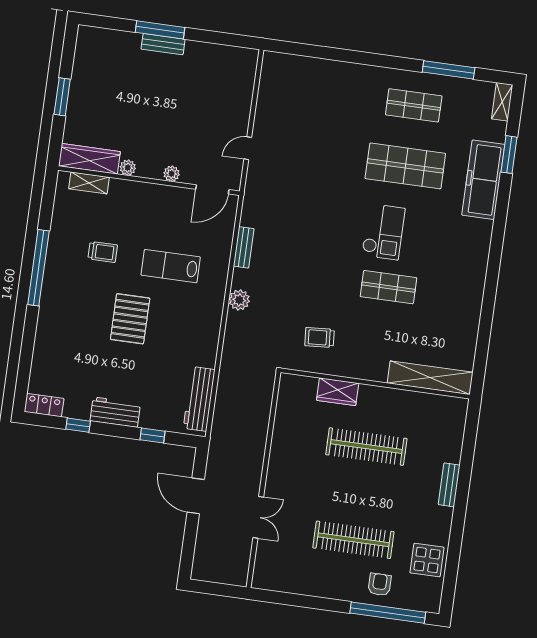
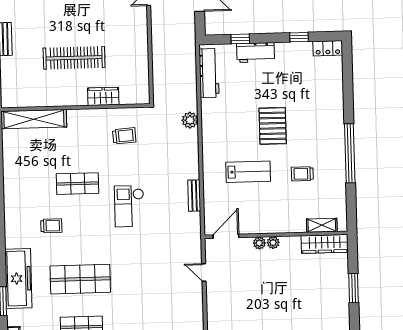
door: (248, 148) -> (204, 272), swing flipped
plant: (128, 168) -> (273, 243), moved
checkout: (383, 232) -> (129, 206), moved
trolley: (431, 239) -> (51, 226), added
plant: (239, 300) -> (190, 120), moved
workbench: (115, 412) -> (255, 52), moved

